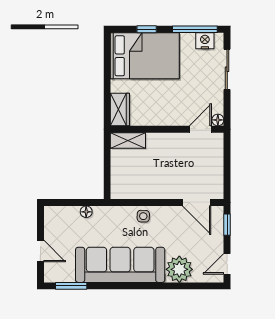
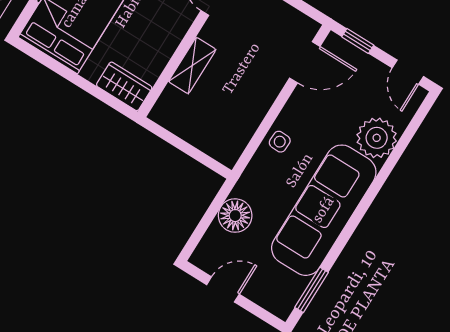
shelving: (128, 140) -> (192, 66), moved
floor lamp: (86, 212) -> (235, 216), width x1.89, depth x1.89
door: (40, 251) -> (223, 289), moved

